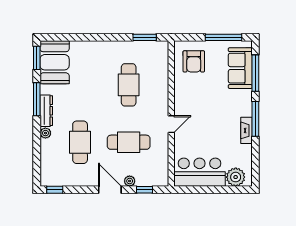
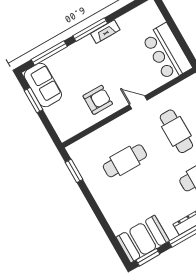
window: (223, 37) -> (33, 100), width x0.69
armchair: (194, 61) -> (98, 100), moved
sofa: (240, 68) -> (43, 85), moved, turned -90
plant: (236, 177) -> (153, 17), removed

